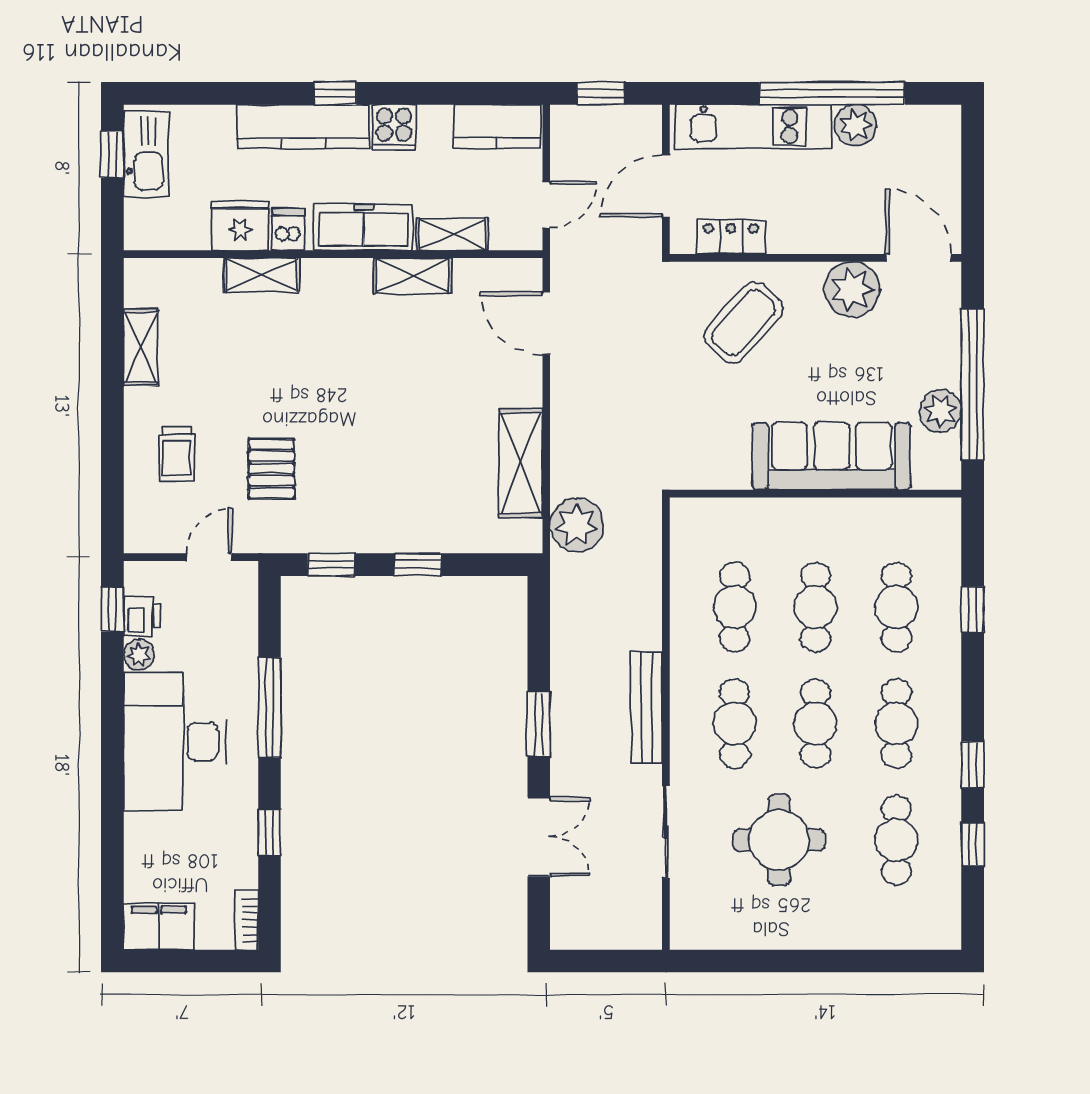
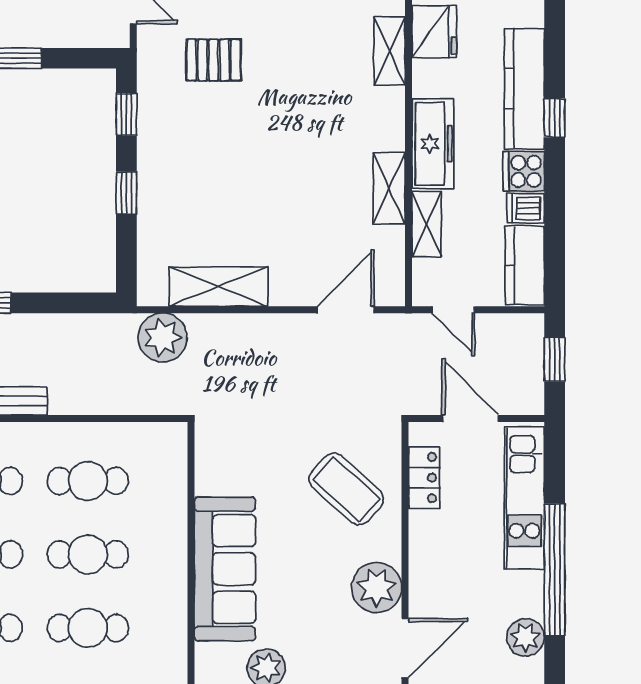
plant: (856, 125) -> (526, 637), moved
dishwasher: (288, 230) -> (526, 208), moved, turned 180

